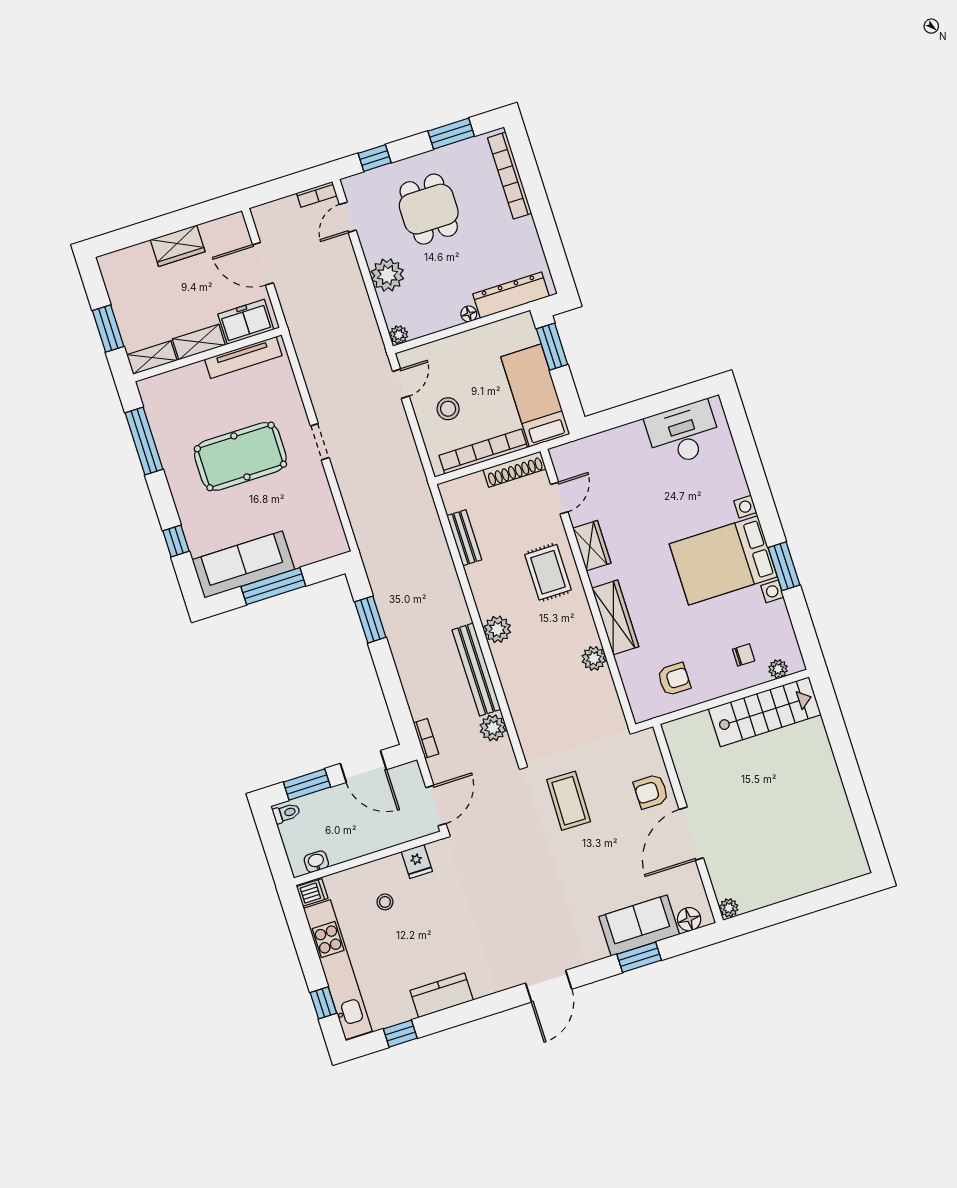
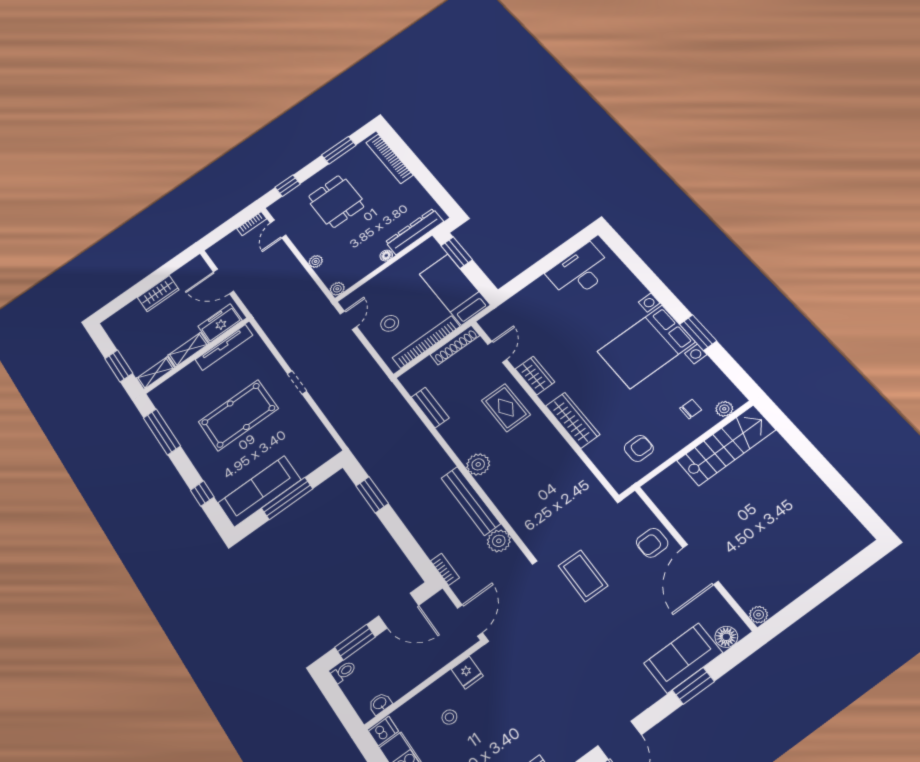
plant: (387, 275) -> (316, 261), width x0.53, depth x0.53
plant: (594, 658) -> (566, 457), removed

